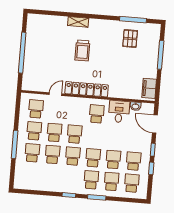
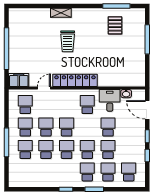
filing cabinet: (149, 88) -> (19, 80), moved, turned 90
school desk: (133, 161) -> (108, 127), moved

